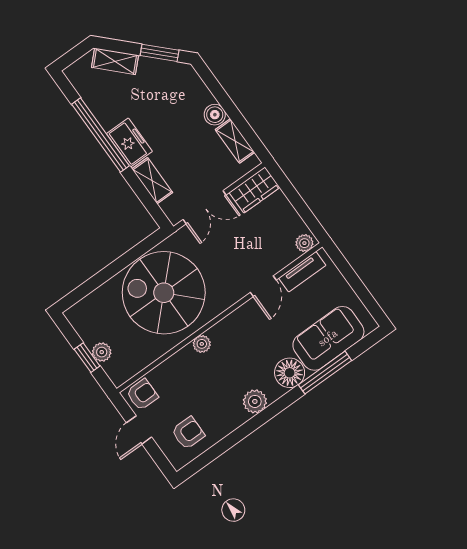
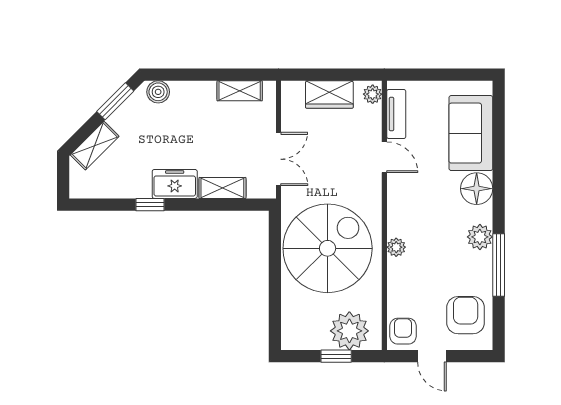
boiler: (215, 115) -> (158, 92), moved
window: (101, 135) -> (150, 205), width x0.32
wardrobe: (254, 190) -> (329, 94), moved, turned 90
spiral stairs: (164, 293) -> (328, 248), turned 180
plant: (102, 352) -> (349, 331), width x1.88, depth x1.88
window: (325, 373) -> (499, 265), moved
armchair: (188, 433) -> (466, 315), width x1.38, depth x1.38

